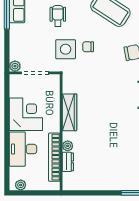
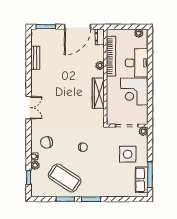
wheelchair: (58, 16) -> (108, 173), removed
side table: (66, 49) -> (128, 154), moved
dresser: (68, 162) -> (100, 37), moved
door: (95, 193) -> (78, 27), added

